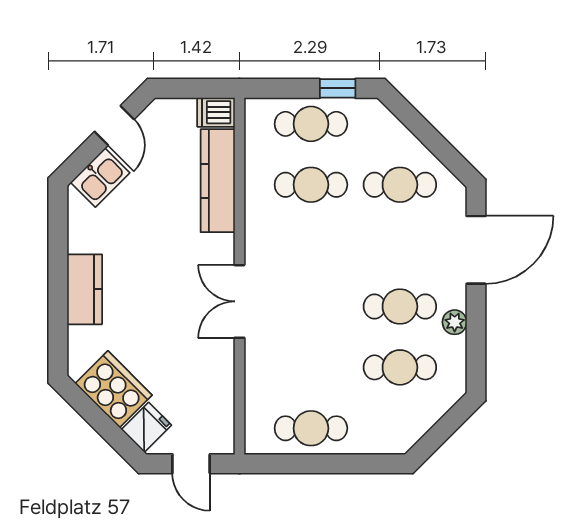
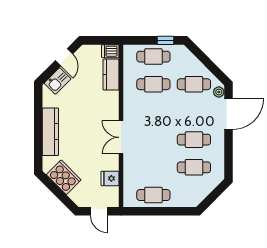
kitchen counter: (218, 181) -> (111, 75), width x0.67
kitchen counter: (85, 289) -> (50, 132), width x1.50
plant: (455, 322) -> (219, 92), moved
fridge: (146, 427) -> (110, 178), moved, turned -135

